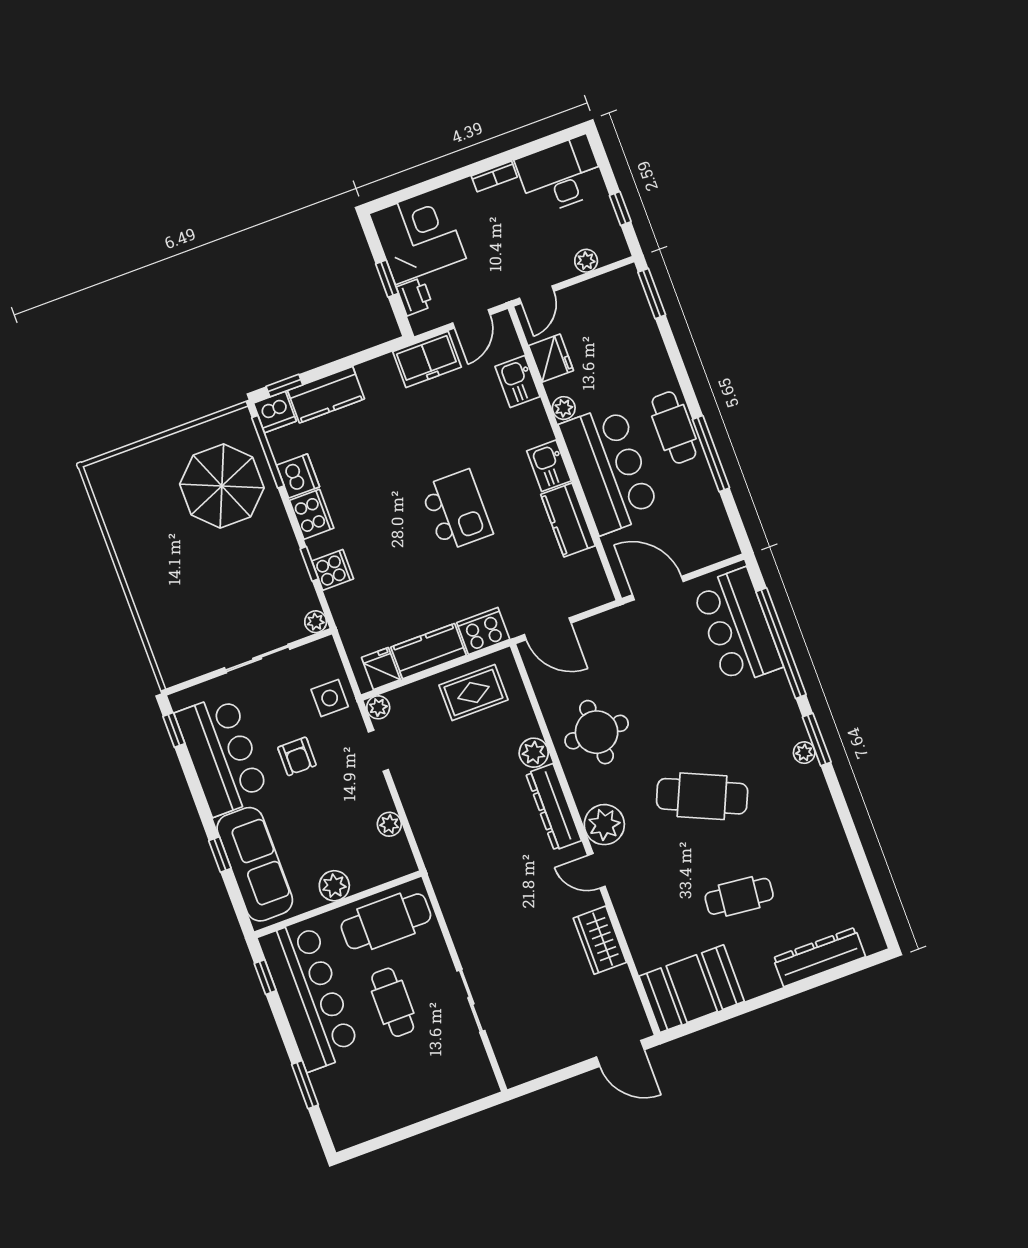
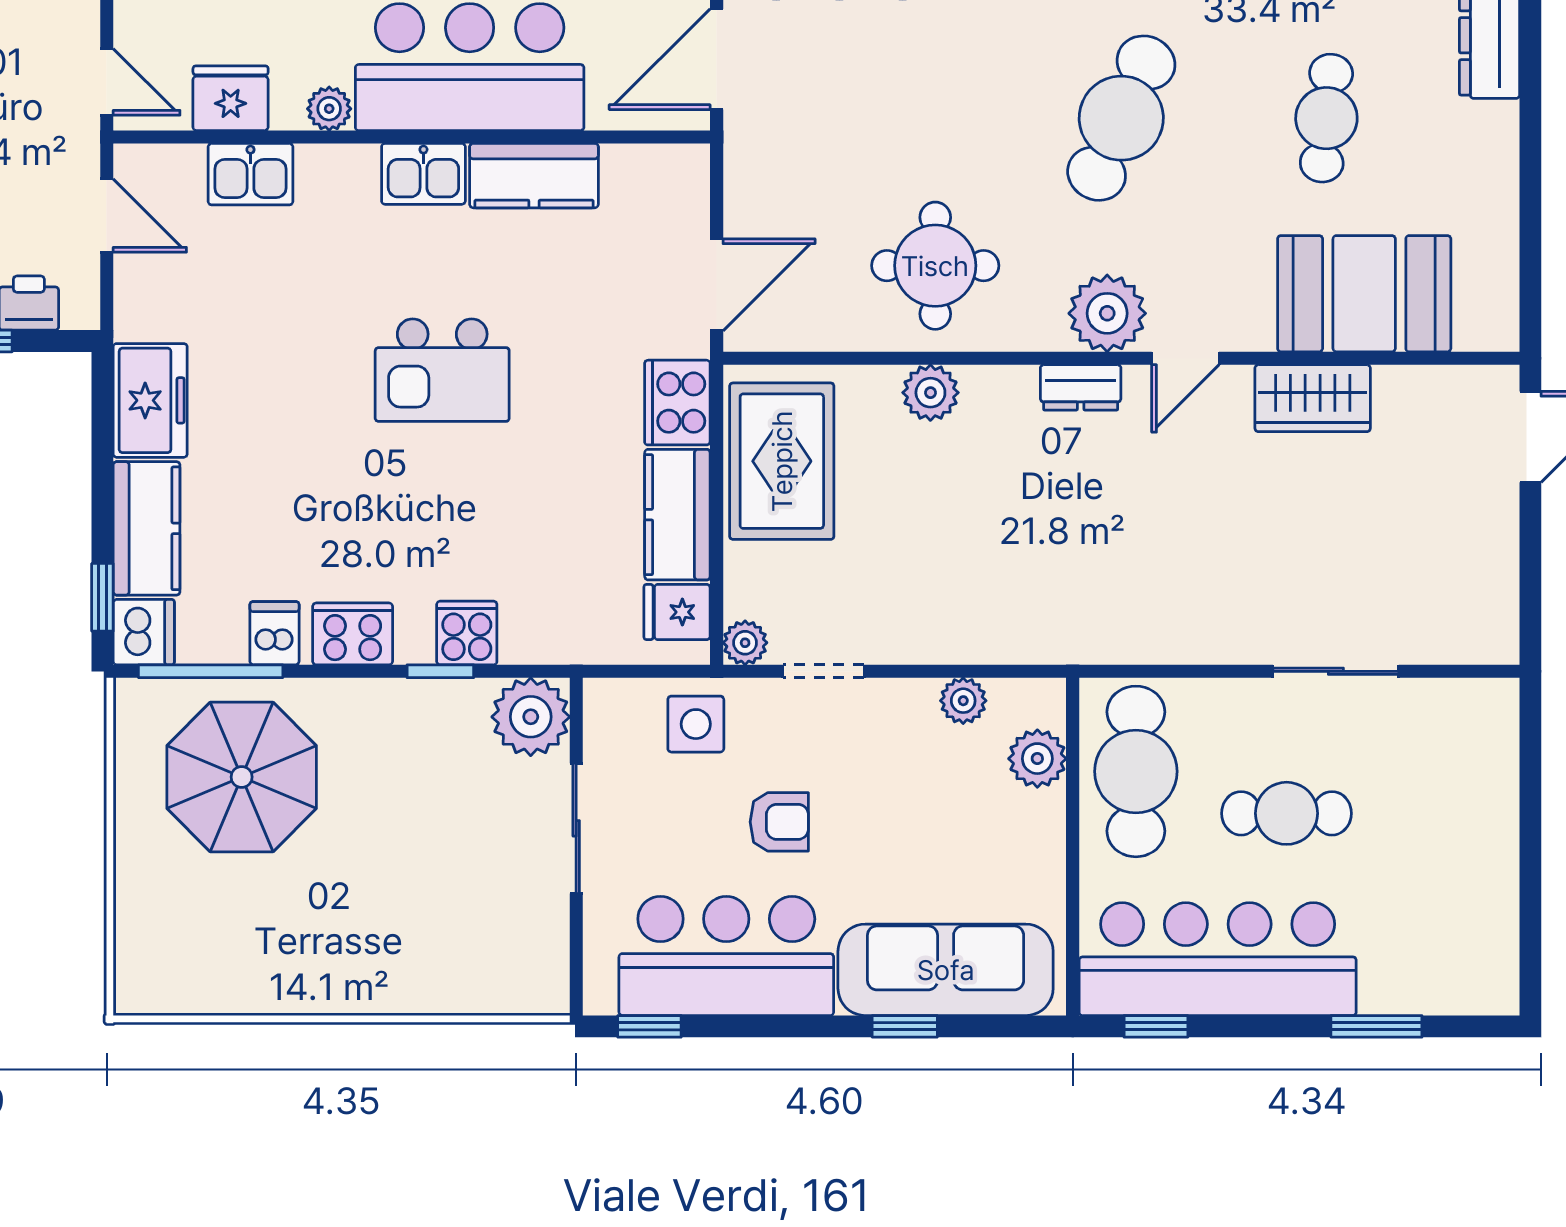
freezer: (427, 359) -> (150, 400), moved
dishwasher: (298, 476) -> (274, 633), width x0.73
kitchen island: (457, 510) -> (442, 370), turned 180
plant: (316, 622) -> (531, 717), width x1.88, depth x1.88
rug: (473, 692) -> (782, 461), width x1.36, depth x1.43
dresser: (554, 807) -> (1081, 387), width x0.51, depth x0.80
plant: (334, 886) -> (1037, 759), moved
booth: (692, 989) -> (1364, 294), moved, turned 90

